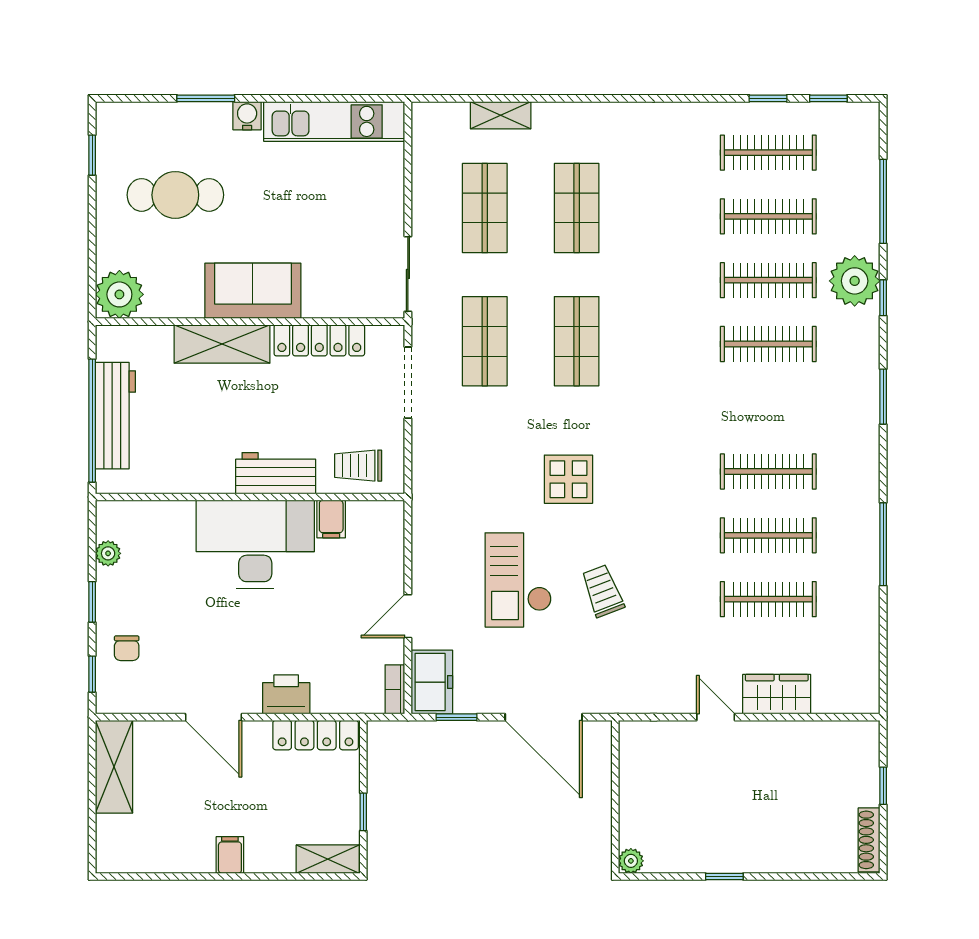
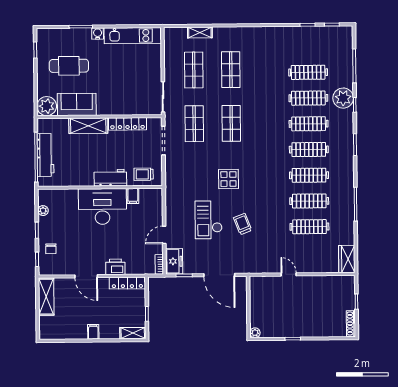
clothes rail: (768, 153) -> (309, 150), moved
sofa: (253, 291) -> (77, 104), moved
wardrobe: (777, 694) -> (347, 259), moved, turned -90

